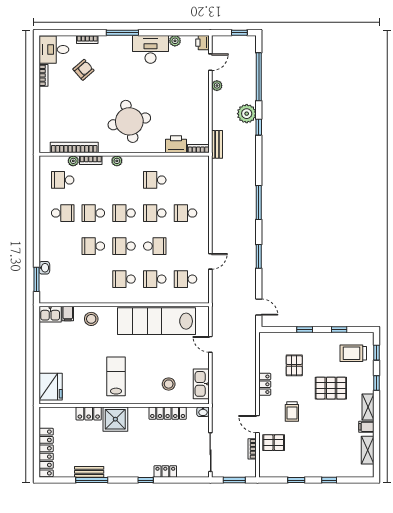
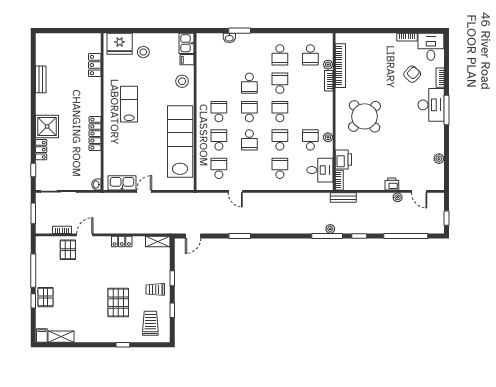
printer: (202, 43) -> (392, 184), moved
desk: (150, 49) -> (431, 105), moved
armchair: (83, 70) -> (412, 74), turned -96
plant: (247, 114) -> (330, 229), moved, width x0.53, depth x0.53
round table: (129, 121) -> (364, 116), turned -31
plant: (117, 161) -> (328, 137), moved
desk: (187, 170) -> (320, 170), added
school desk: (63, 180) -> (310, 55), turned 180
window: (259, 203) -> (327, 236), moved
school desk: (93, 246) -> (249, 83), turned 180
window: (36, 279) -> (240, 31), moved
door: (210, 344) -> (144, 191), moved
window: (377, 353) -> (151, 345), removed
pallet: (294, 365) -> (45, 297), moved, turned 90
lab bench: (116, 376) -> (129, 104), turned -90
stool: (169, 384) -> (143, 52), moved
shelving: (368, 407) -> (158, 241), moved
trolley: (292, 412) -> (155, 289), moved
locker: (168, 413) -> (95, 134), moved
locker: (89, 414) -> (95, 65), moved
shower: (115, 419) -> (47, 126), moved
filing cabinet: (366, 427) -> (42, 335), moved
locker: (46, 452) -> (59, 40), removed
window: (92, 480) -> (33, 82), removed
window: (146, 480) -> (33, 170), moved
window: (296, 480) -> (33, 271), width x2.17

